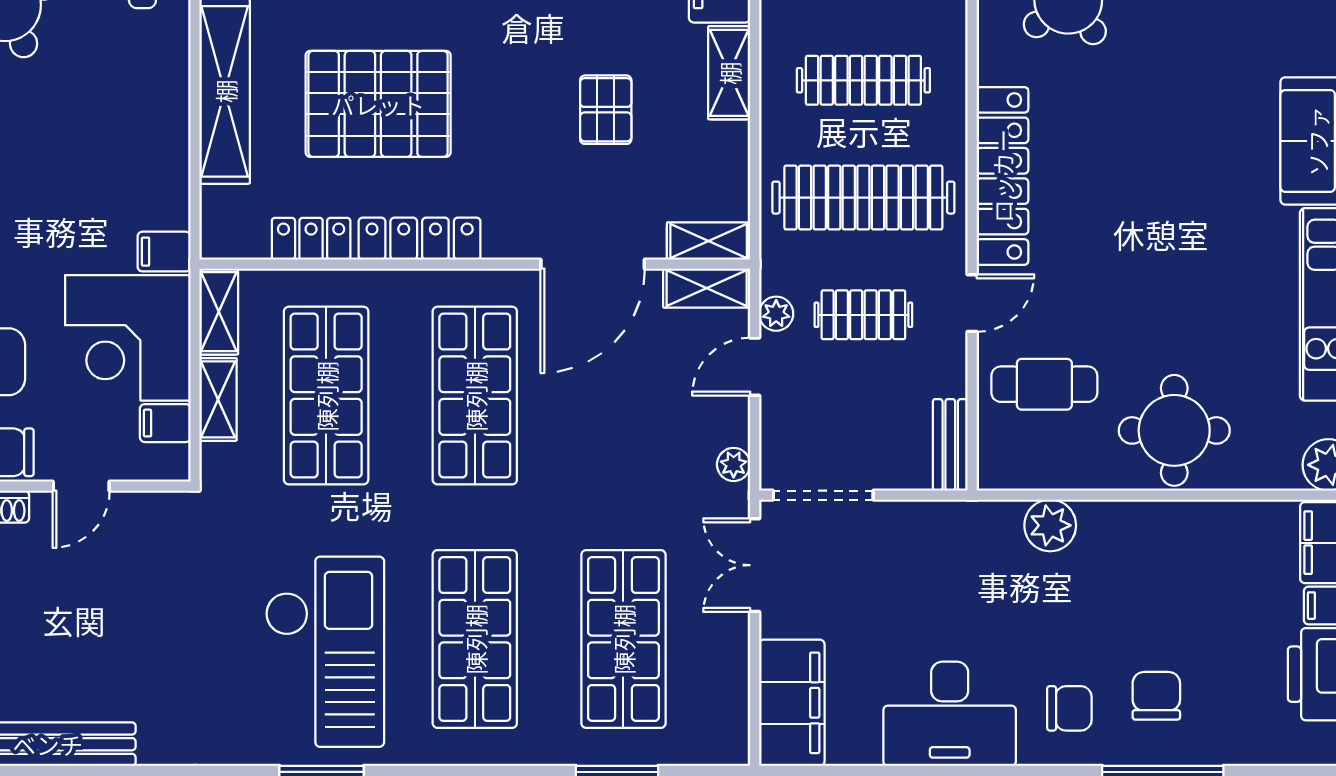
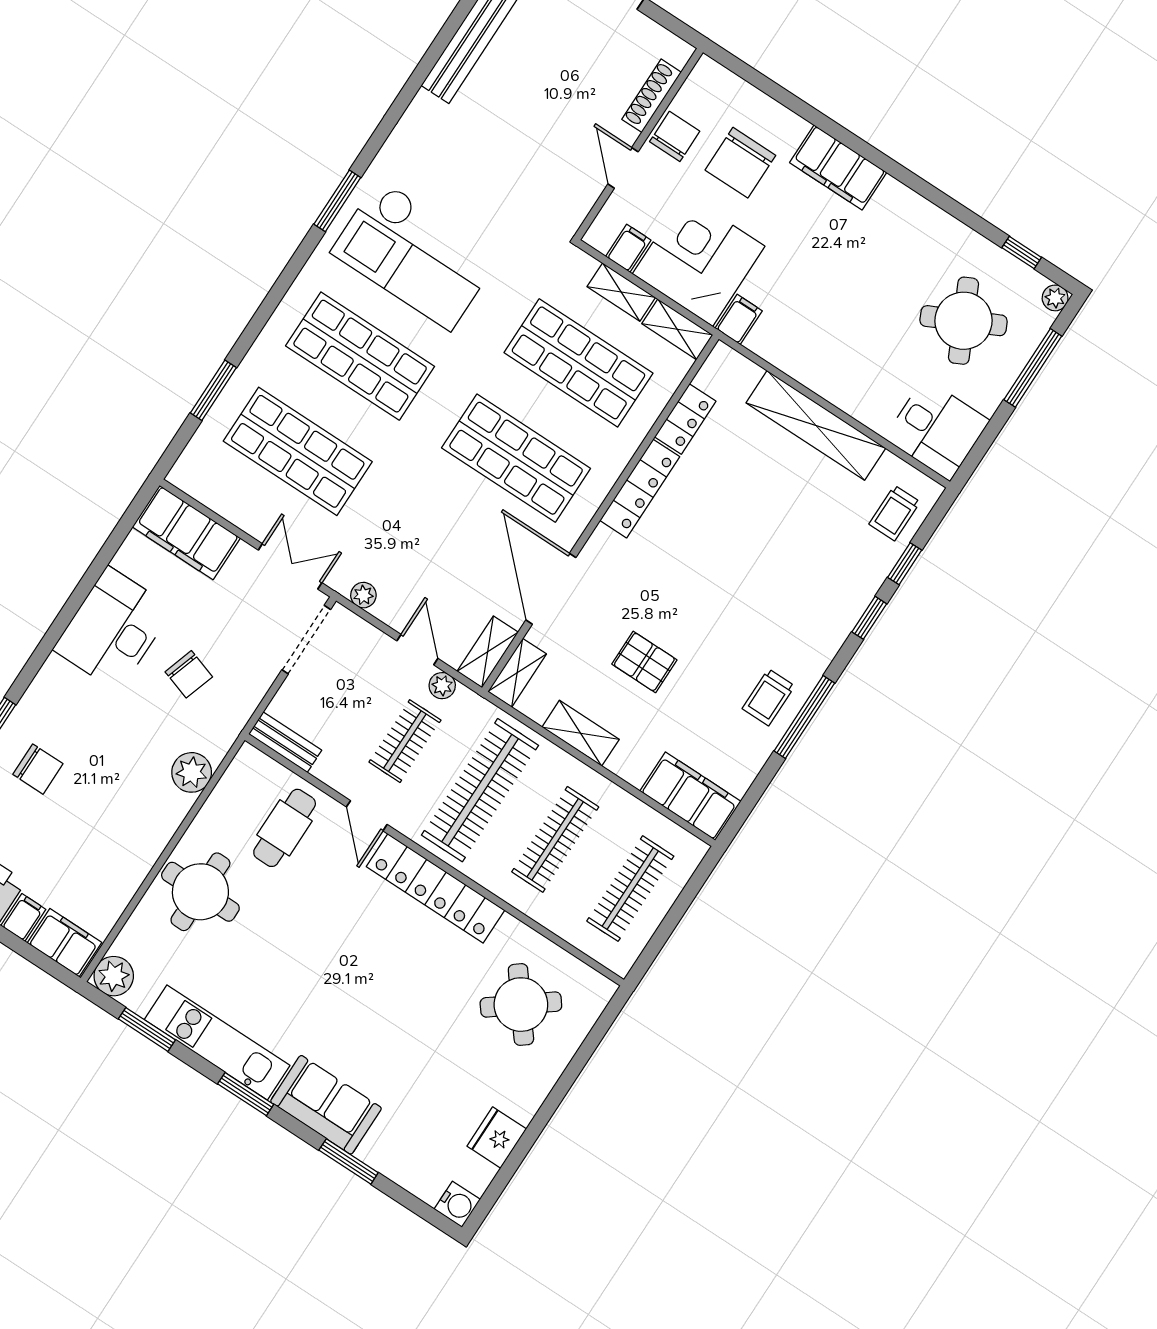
shelving: (729, 73) -> (581, 733), moved
pallet: (378, 104) -> (744, 519), removed
chair: (1069, 708) -> (189, 674), moved, turned -72

